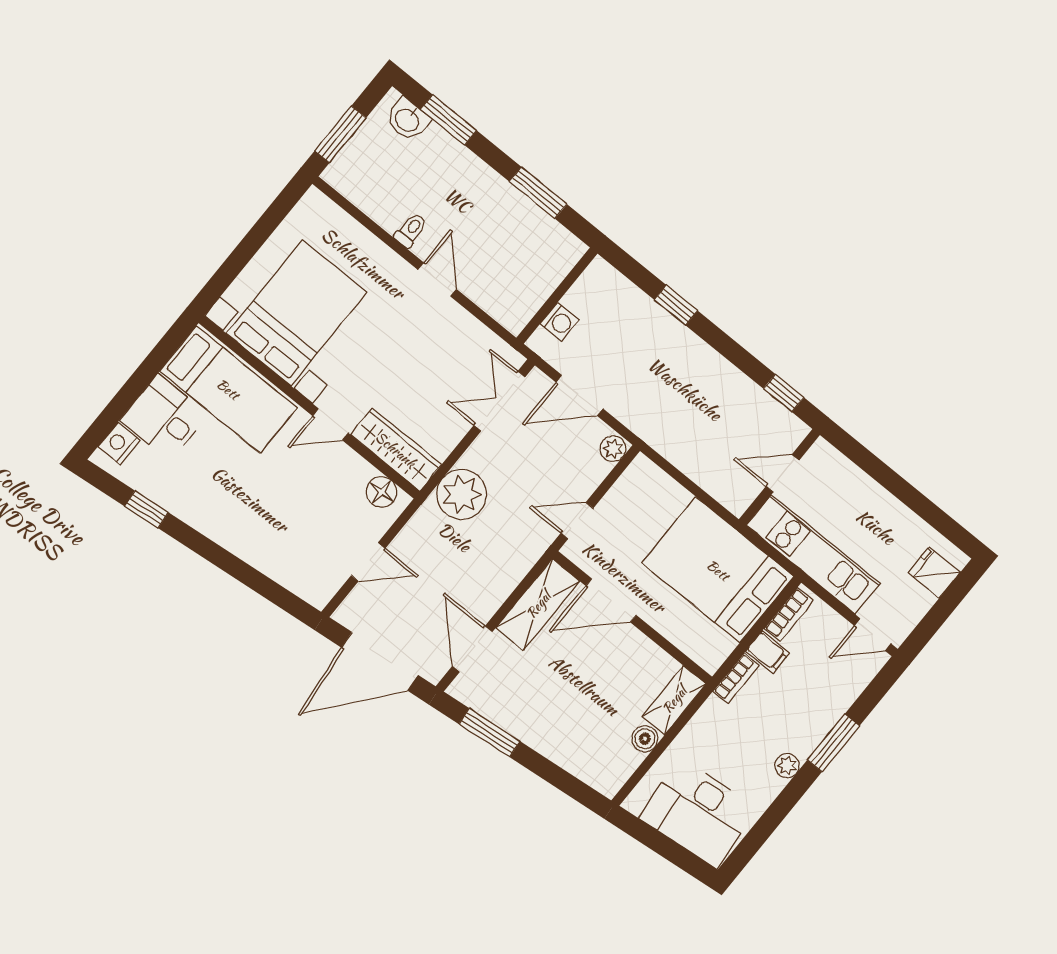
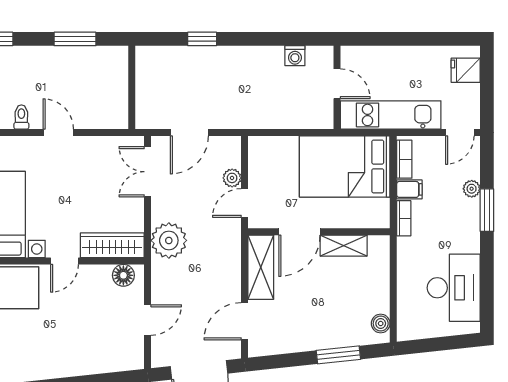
washing machine: (560, 322) -> (295, 56), moved, turned 90
window: (784, 393) -> (301, 39), removed
plant: (613, 449) -> (232, 178), moved
door: (783, 473) -> (337, 84), swing flipped
door: (472, 649) -> (245, 321), hinge flipped
shelving: (674, 700) -> (344, 246), moved, turned 90
window: (489, 733) -> (338, 355), moved
boiler: (645, 739) -> (381, 323), moved
plant: (787, 766) -> (472, 189), moved
desk: (698, 813) -> (454, 288), moved, turned -84

